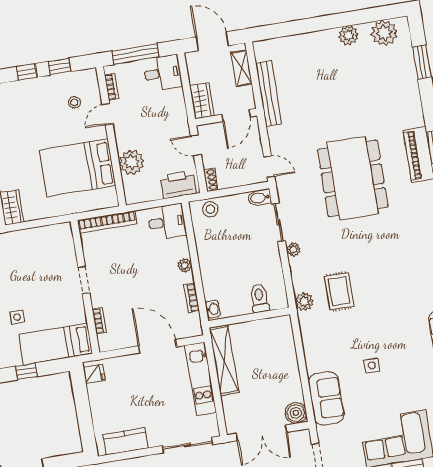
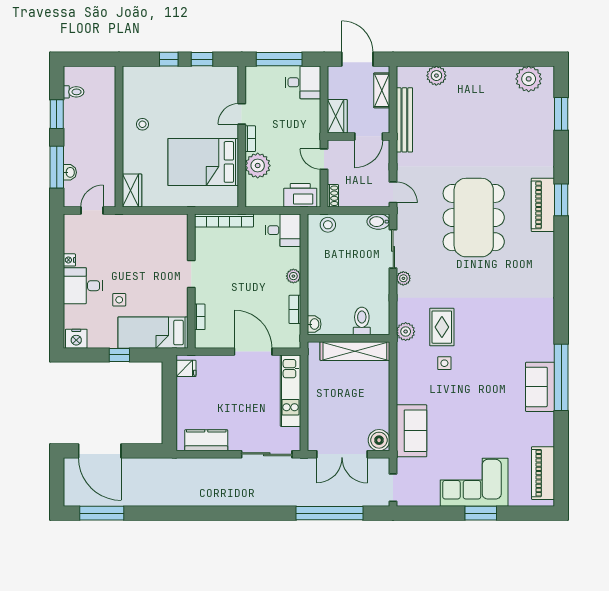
plant: (348, 35) -> (436, 76), moved
bookcase: (112, 87) -> (250, 139), moved
stool: (74, 102) -> (142, 124), moved
shelving: (224, 360) -> (355, 351), moved, turned 90
side table: (372, 365) -> (444, 363), moved

